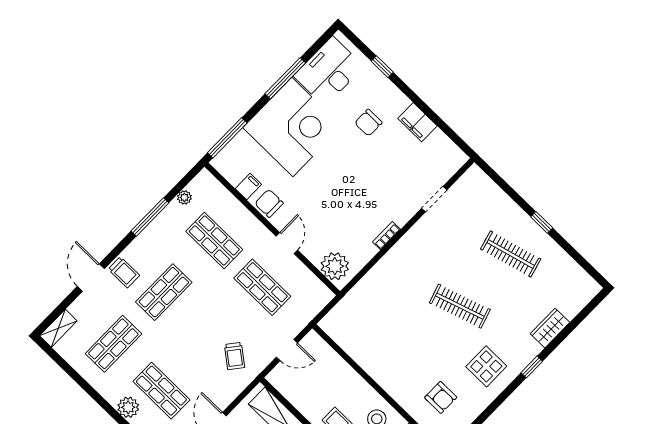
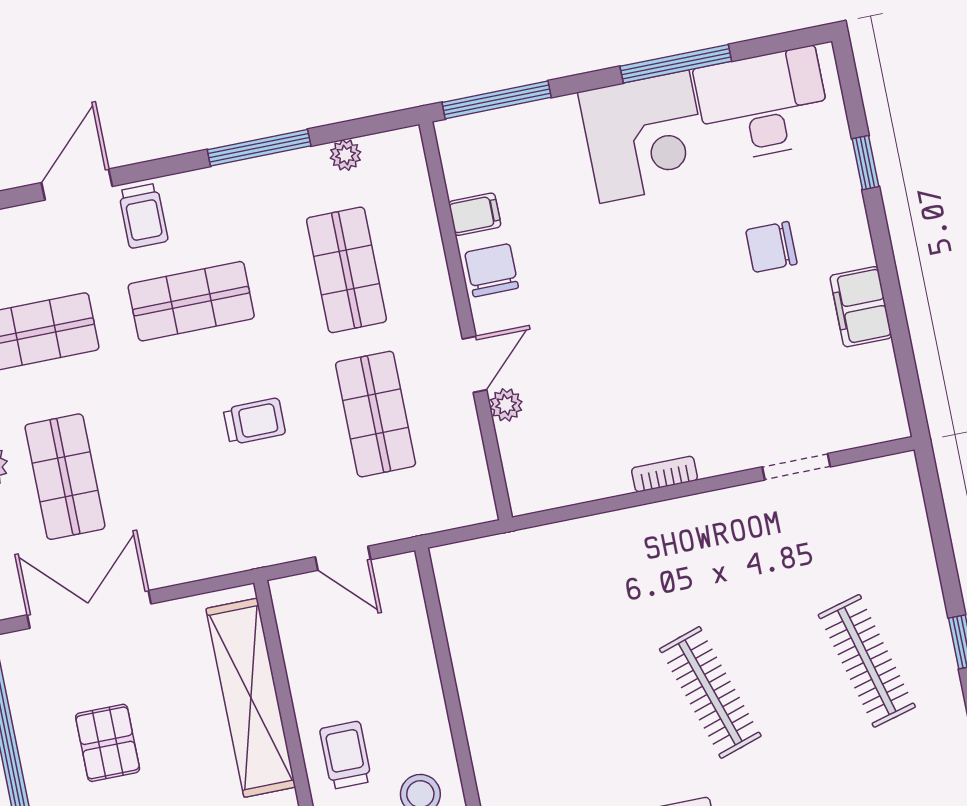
corner desk: (292, 127) -> (644, 137), width x0.74, depth x0.74
plant: (335, 266) -> (506, 405), moved, width x0.53, depth x0.53
trolley: (235, 356) -> (254, 421), moved, turned -128

